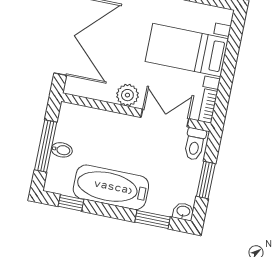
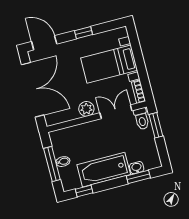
window: (206, 180) -> (156, 125), moved
washbasin: (183, 212) -> (137, 168), moved

